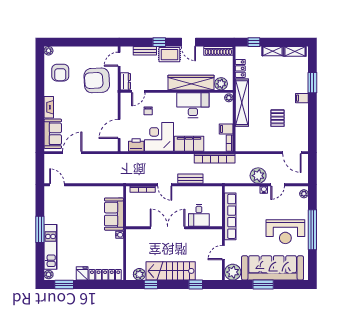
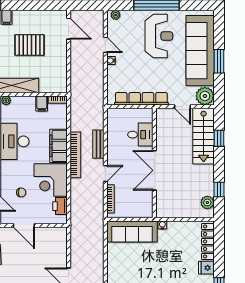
pallet: (277, 118) -> (29, 45), width x1.50, depth x1.42
door: (119, 129) -> (24, 225), moved
door: (292, 153) -> (69, 29), hinge flipped
bookcase: (215, 158) -> (75, 155), moved
plant: (258, 176) -> (95, 67), removed
sofa: (114, 214) -> (132, 231), width x1.36
stairs: (171, 271) -> (204, 136), moved

